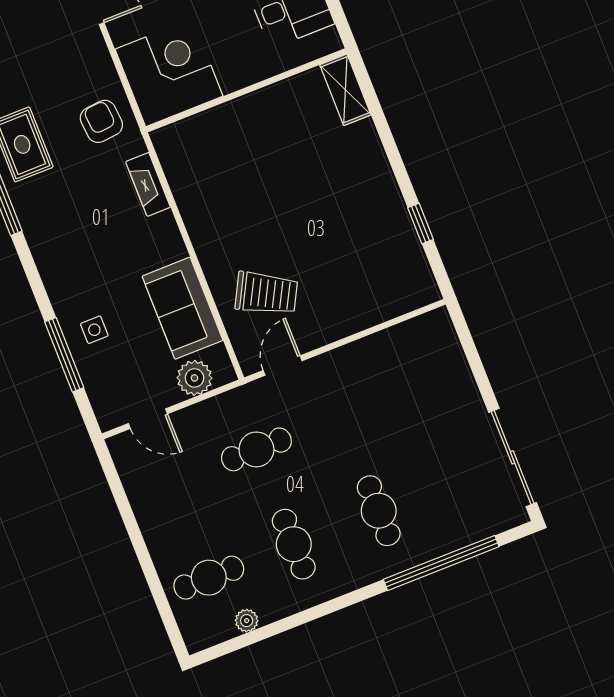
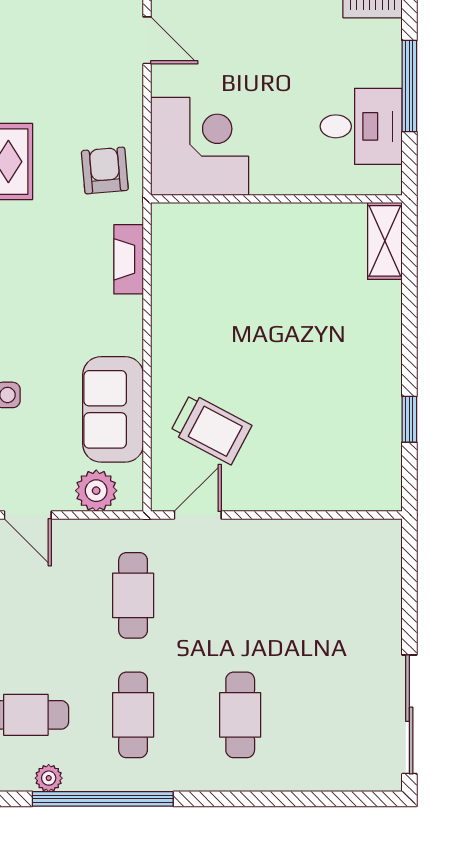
cafe table: (256, 449) -> (133, 595), turned 90
window: (441, 563) -> (103, 799), moved

